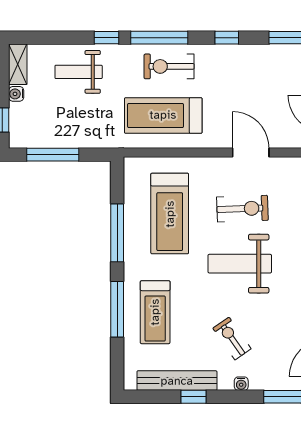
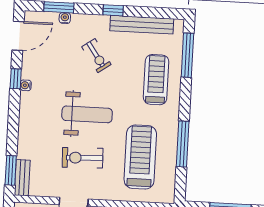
window: (117, 309) -> (187, 55), moved
water cooler: (241, 384) -> (65, 18), moved
window: (194, 397) -> (113, 10), moved

